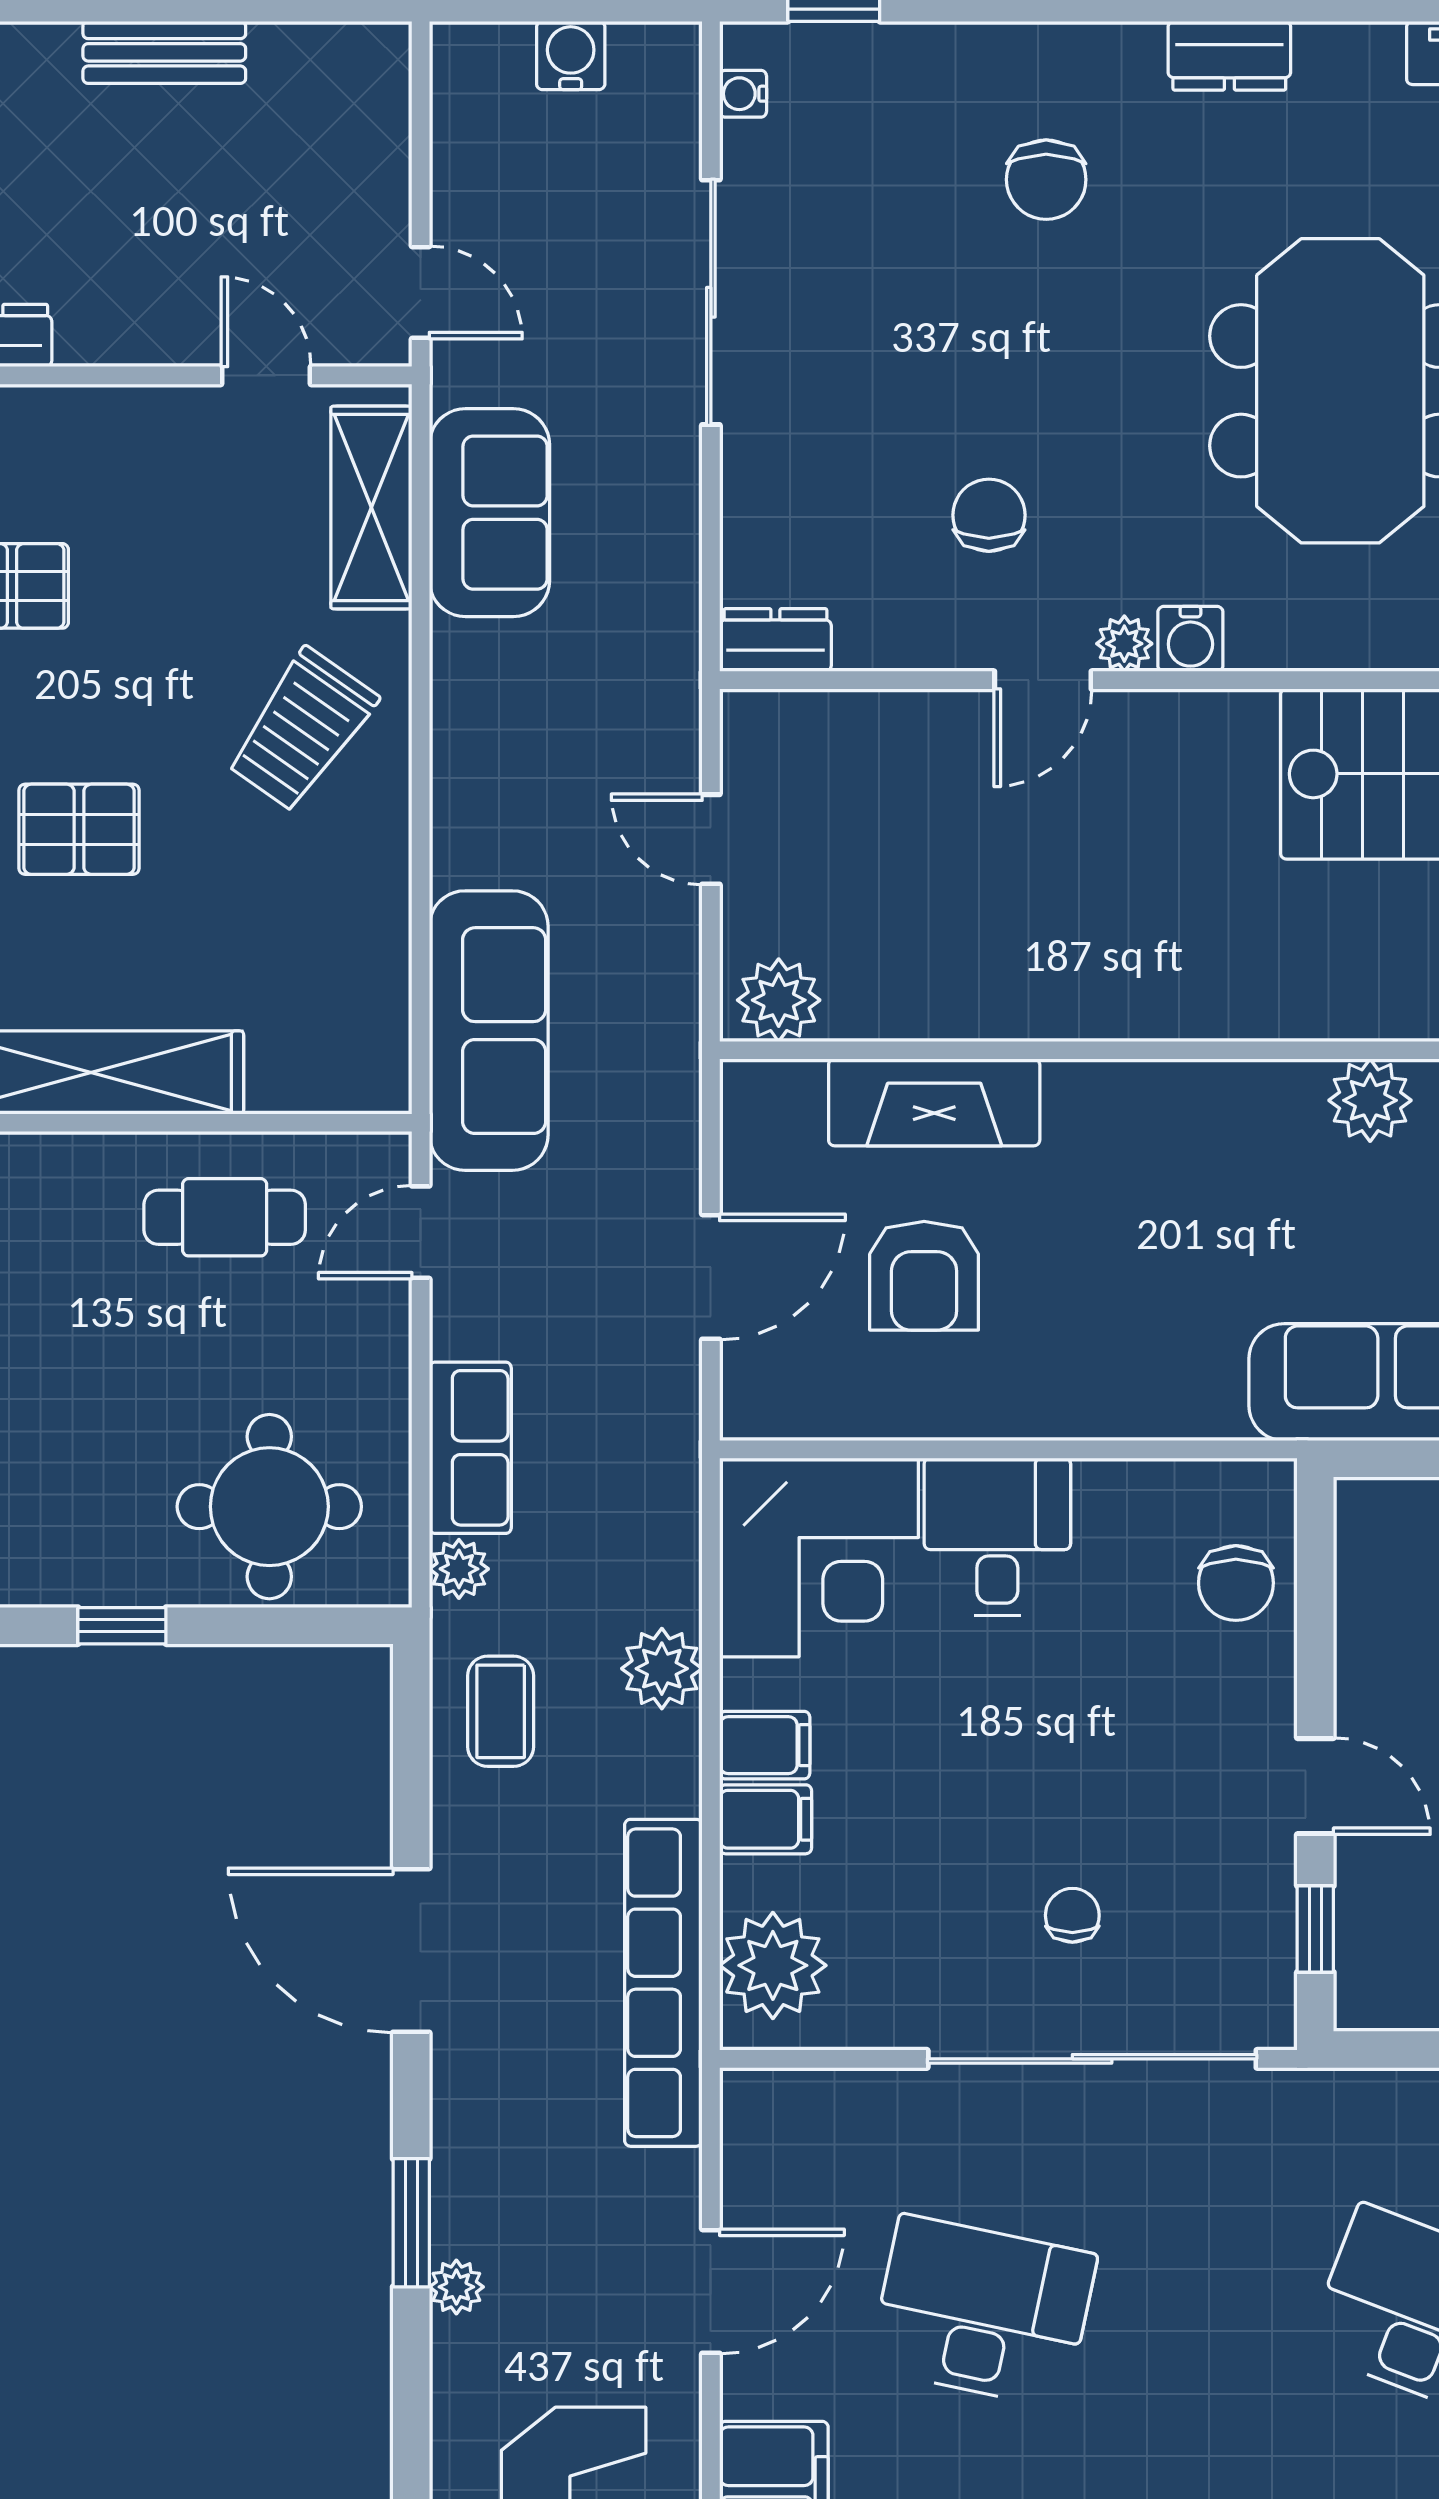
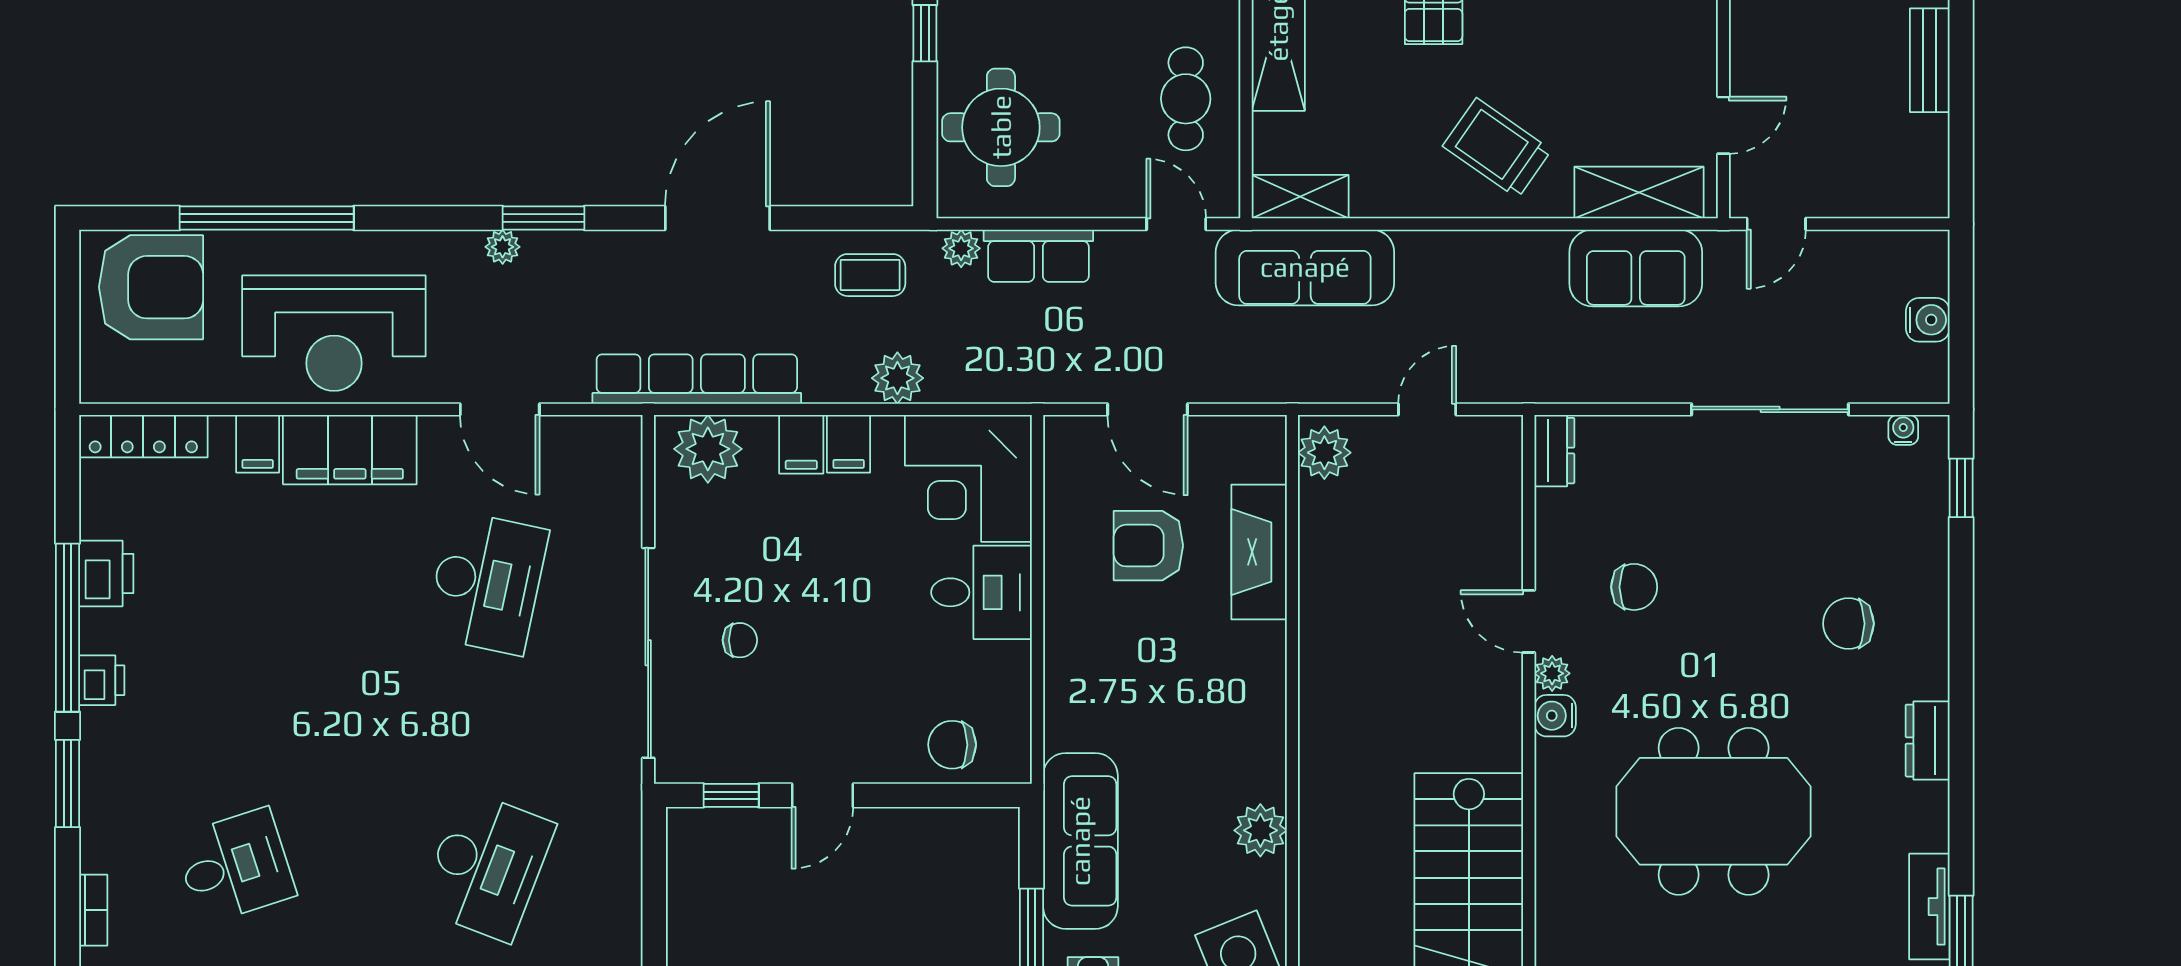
shelving: (378, 1038) -> (1300, 197), added

